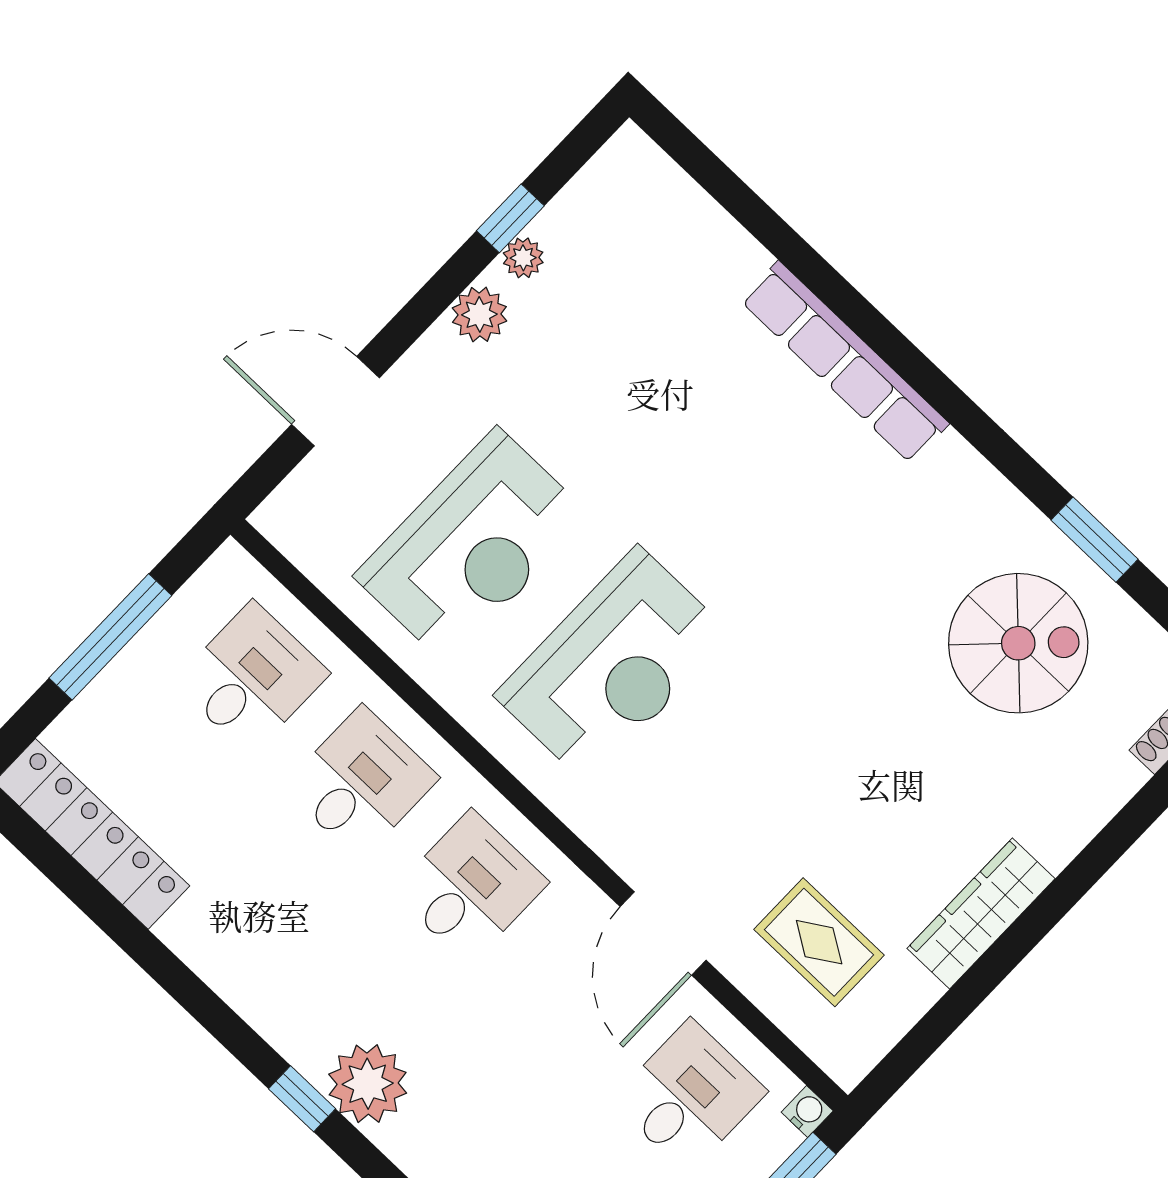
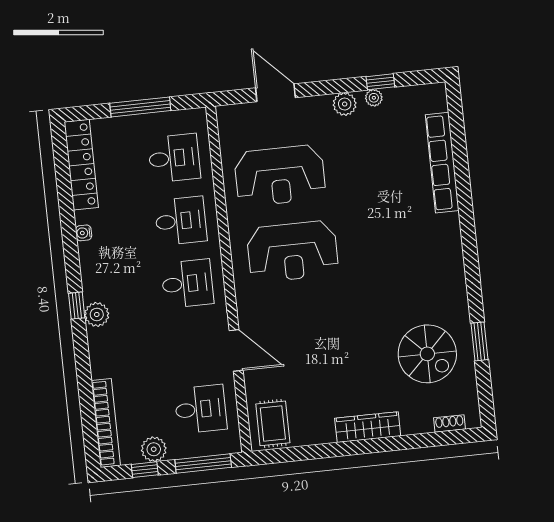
row of seats: (845, 362) -> (442, 163), moved
wardrobe: (981, 913) -> (368, 427), moved
door: (663, 933) -> (236, 350), swing flipped
rug: (819, 942) -> (273, 423), moved
plant: (368, 1084) -> (97, 314), width x0.73, depth x0.73
water cooler: (807, 1111) -> (84, 233), moved, turned 180

